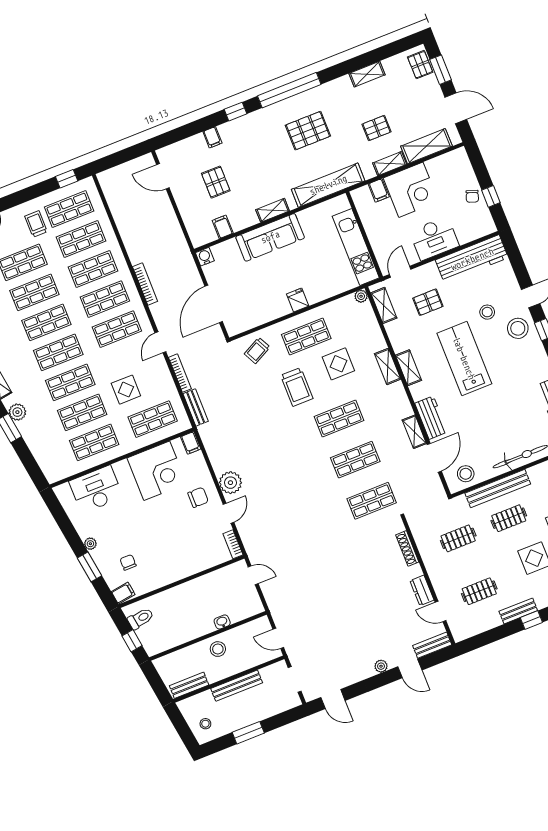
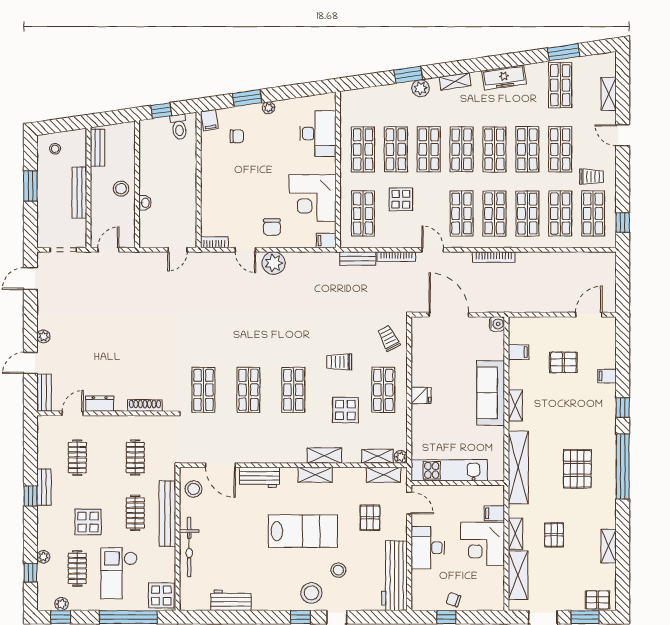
trolley: (297, 387) -> (339, 362), width x0.73, depth x0.72
shelving: (414, 432) -> (377, 456), moved

